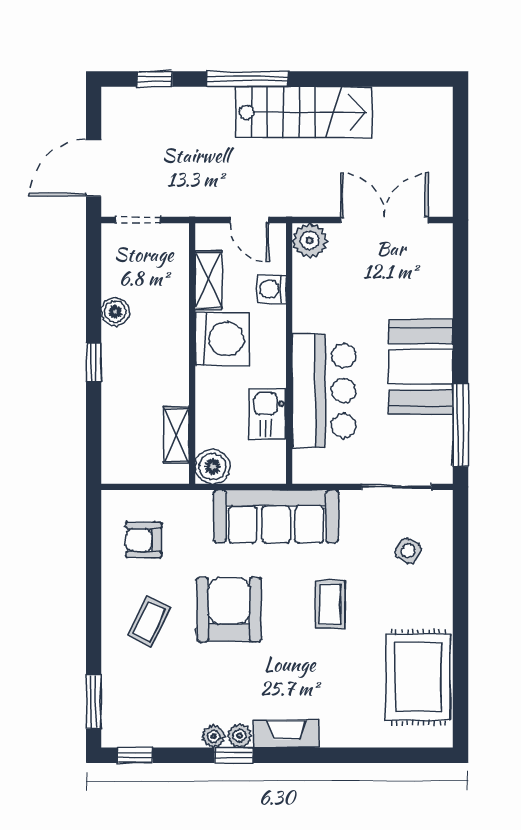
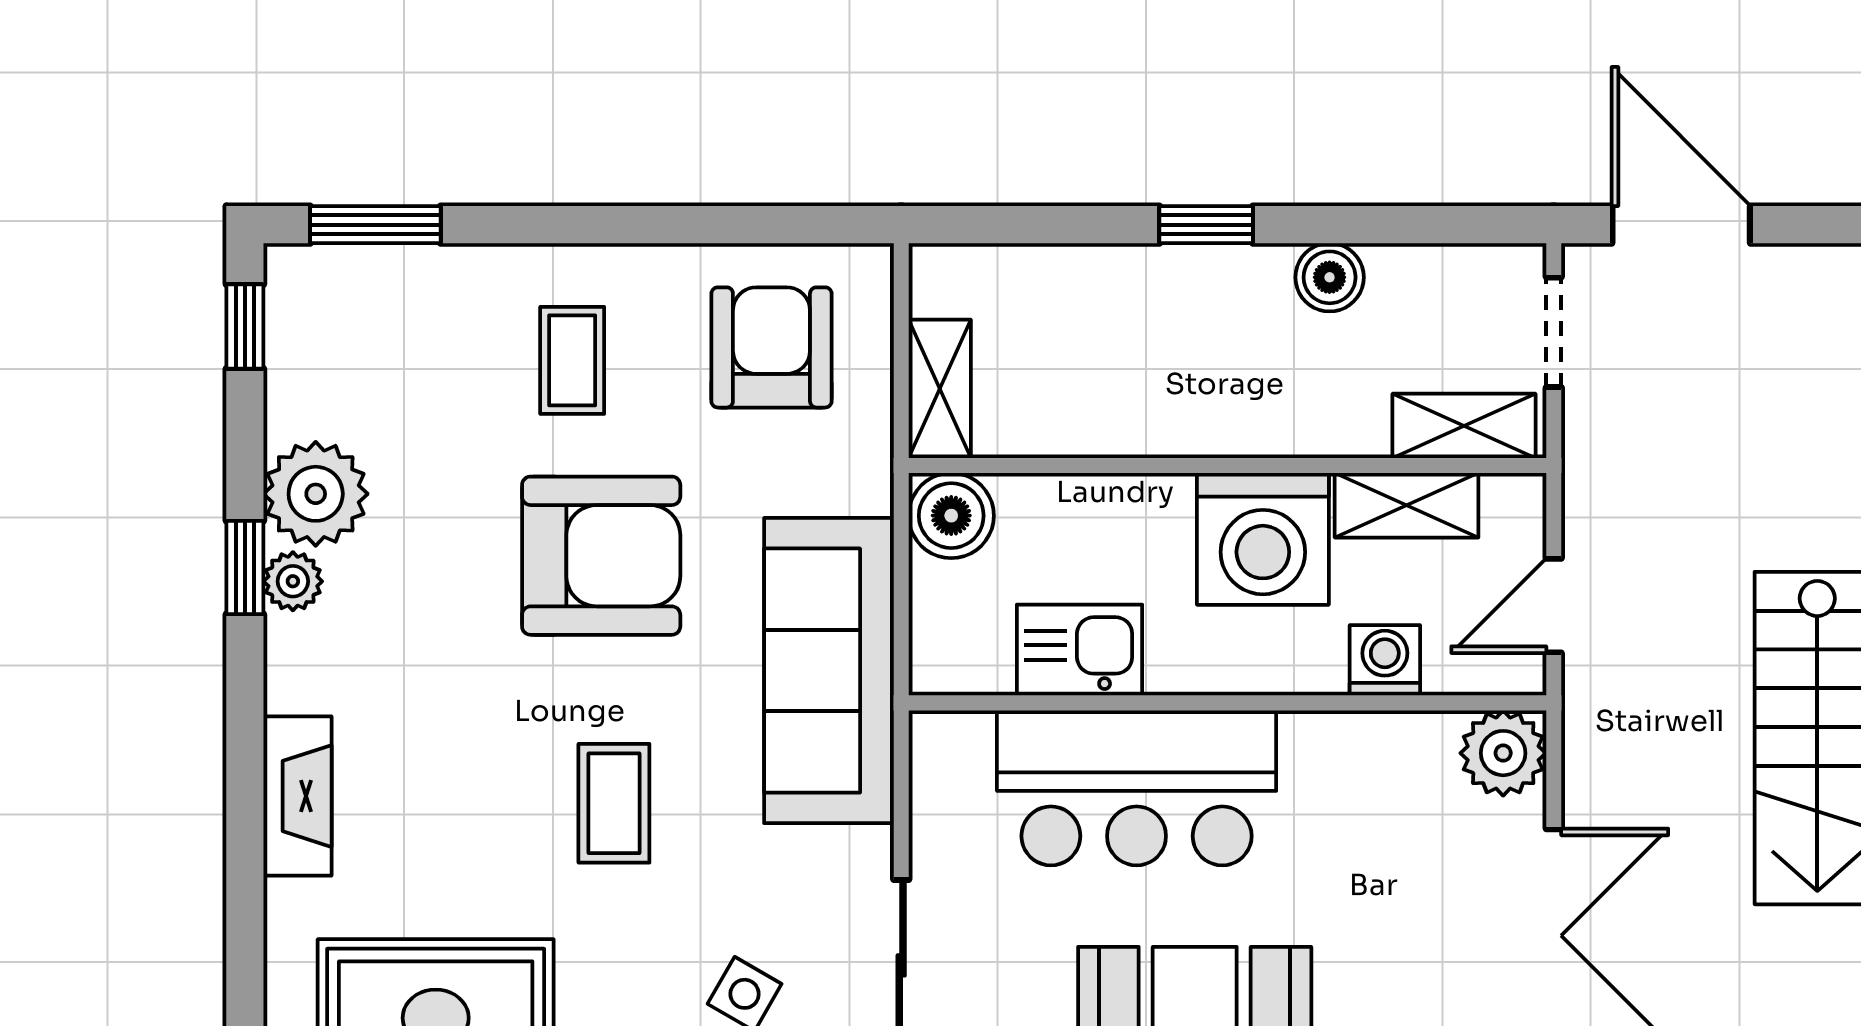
shelving: (176, 257) -> (1464, 426), added
shelving: (176, 435) -> (940, 389), moved, turned 90
armchair: (144, 540) -> (771, 347), width x1.38, depth x1.38
coffee table: (330, 604) -> (614, 803), turned 90
coffee table: (149, 621) -> (572, 360), turned 64
fireplace: (286, 734) -> (298, 796), moved
plant: (214, 736) -> (316, 494), width x1.88, depth x1.88

